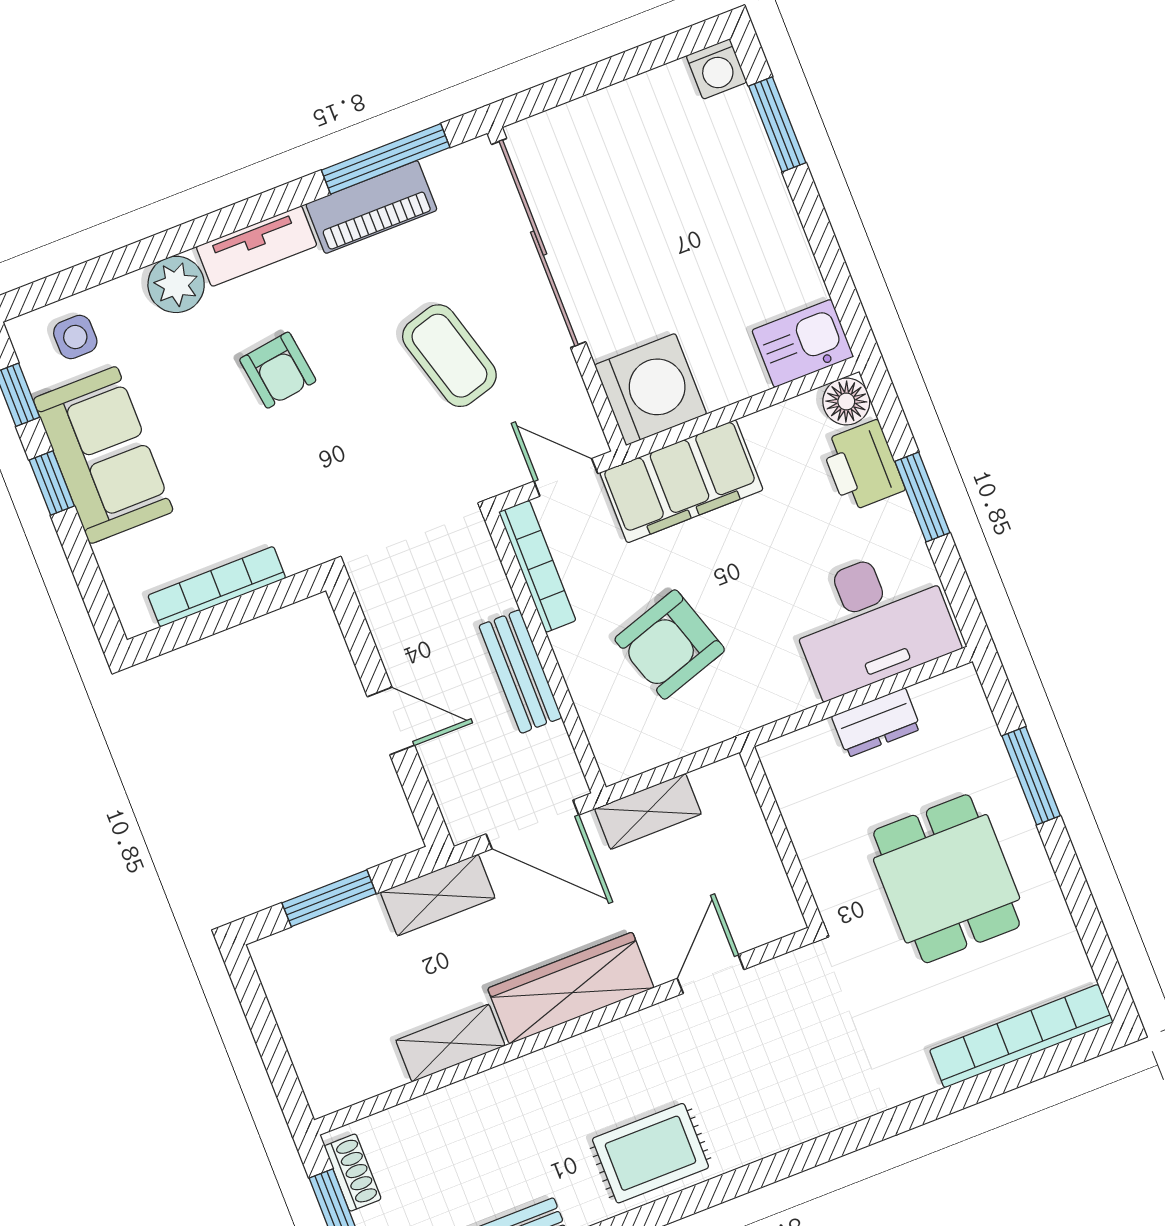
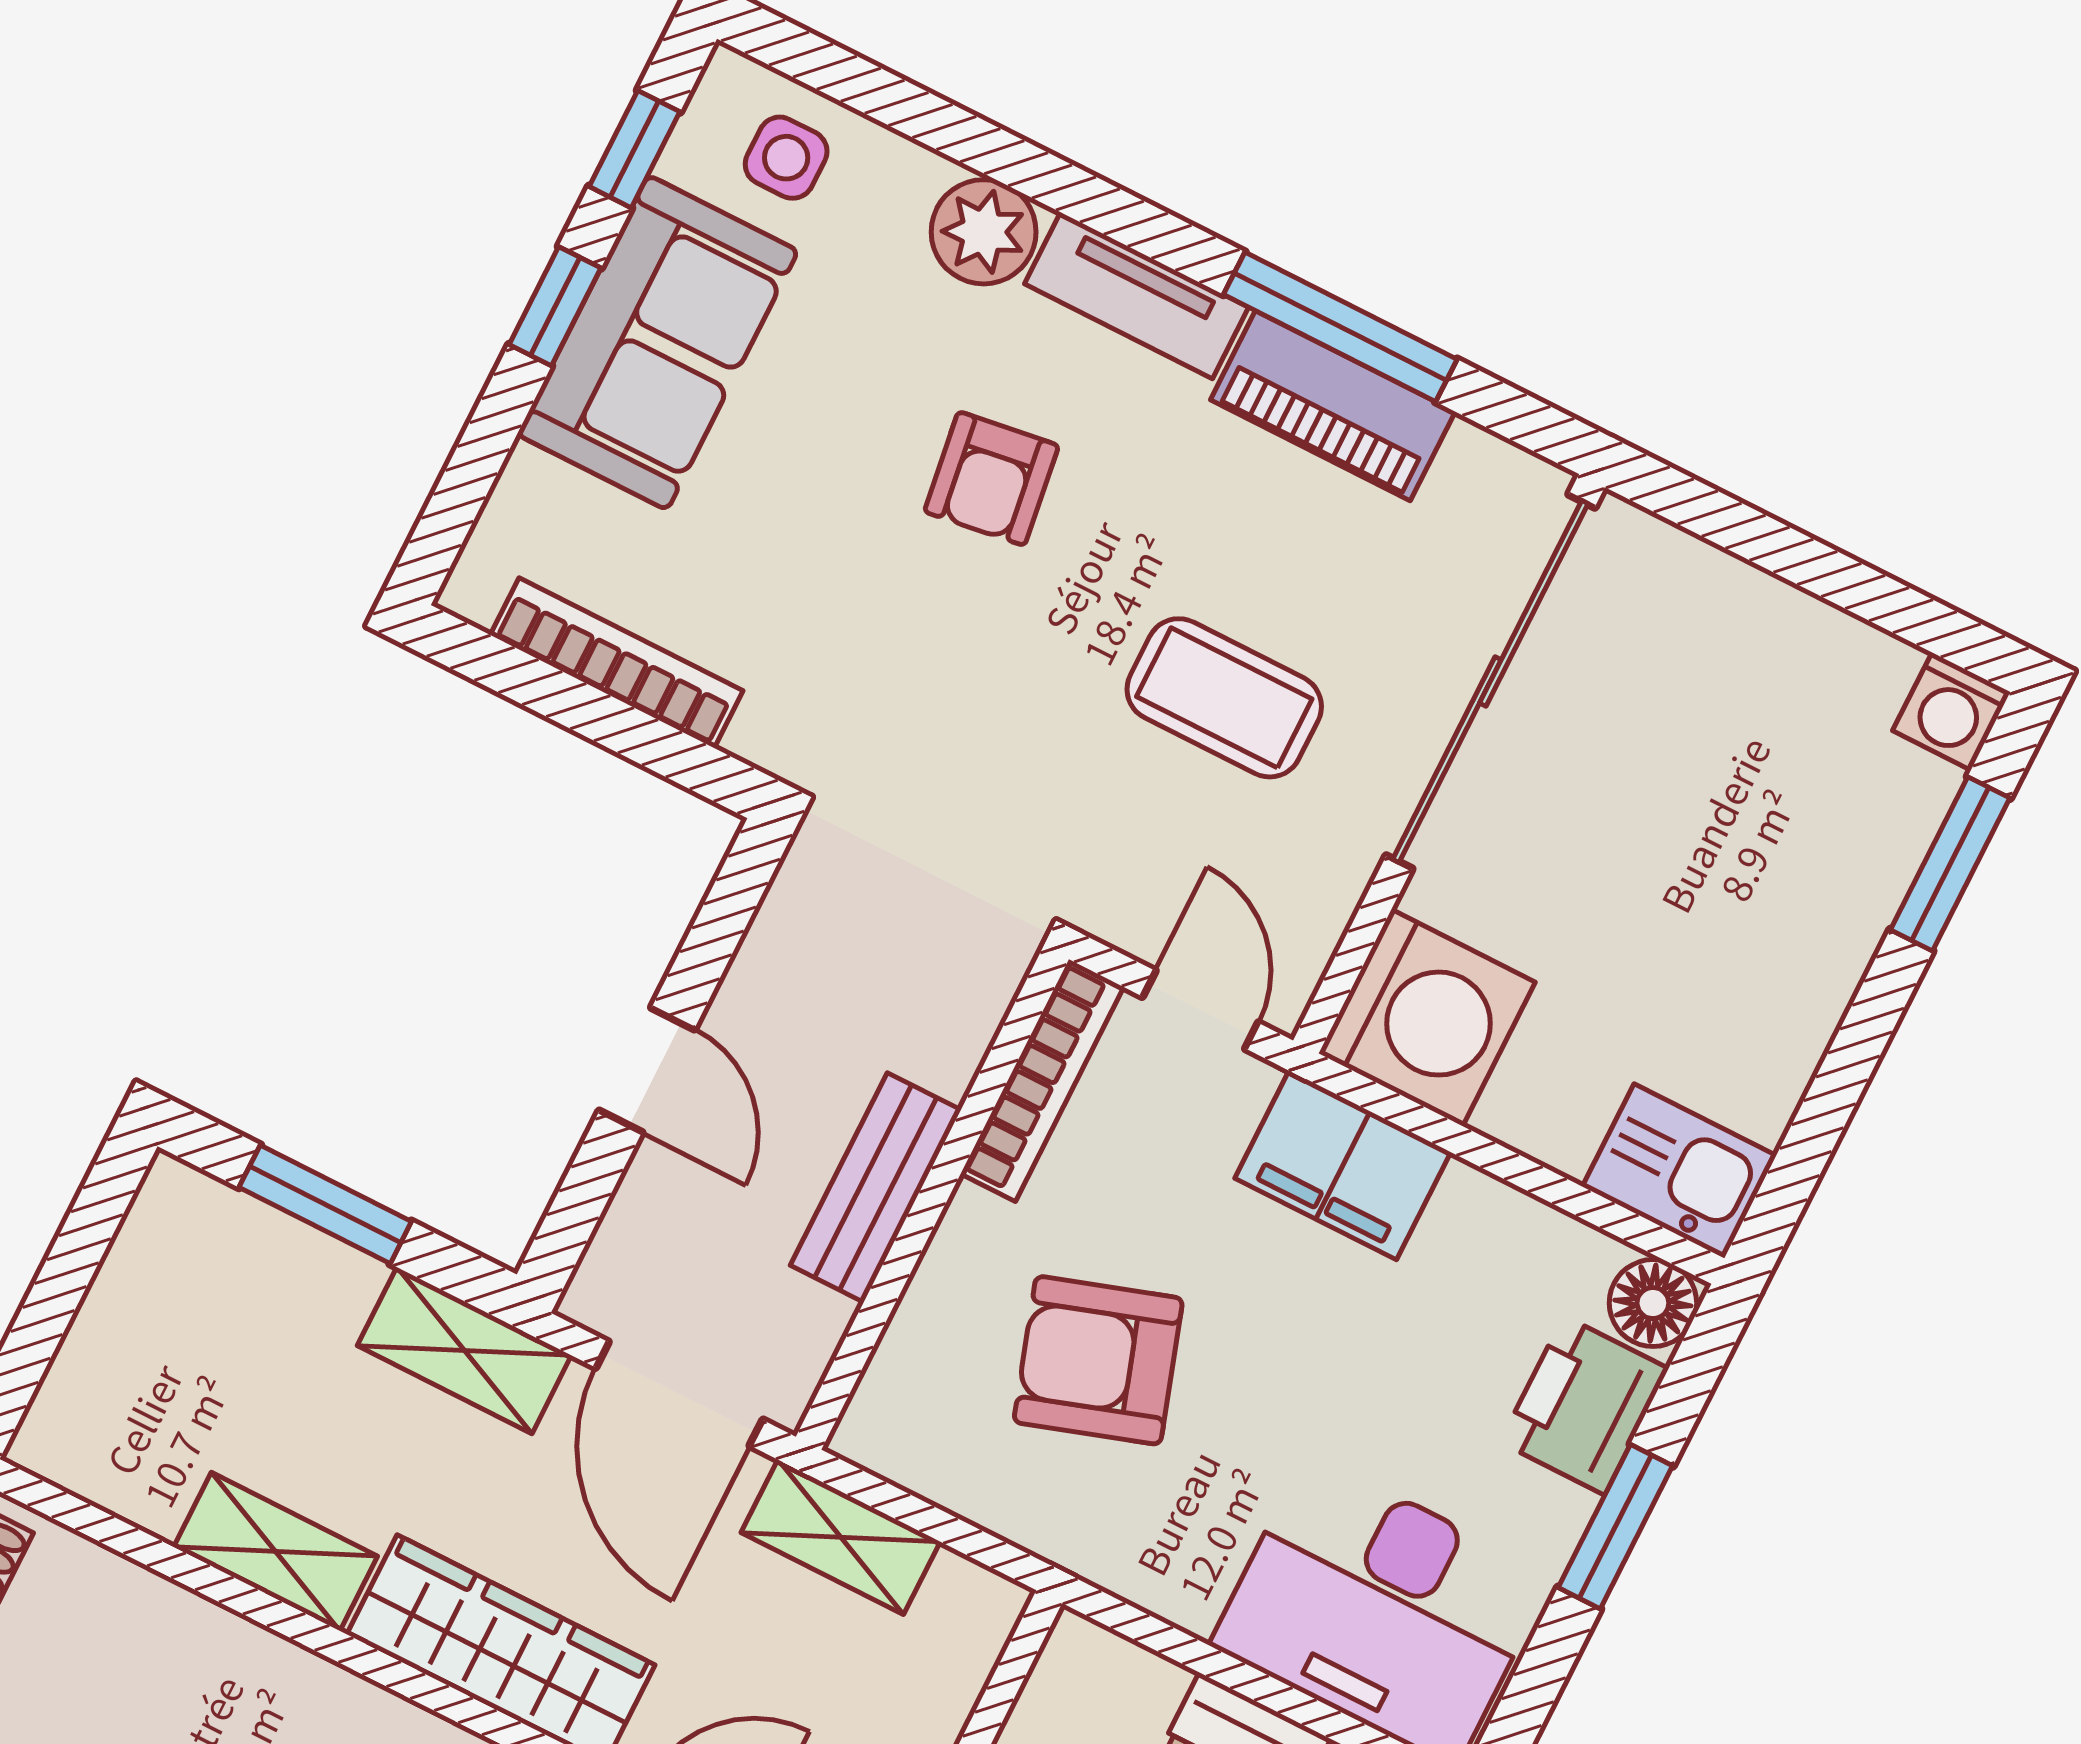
window: (386, 159) -> (1340, 327), moved
coffee table: (449, 356) -> (1224, 698), turned -74
filing cabinet: (681, 481) -> (1343, 1165), width x0.67, depth x0.86

